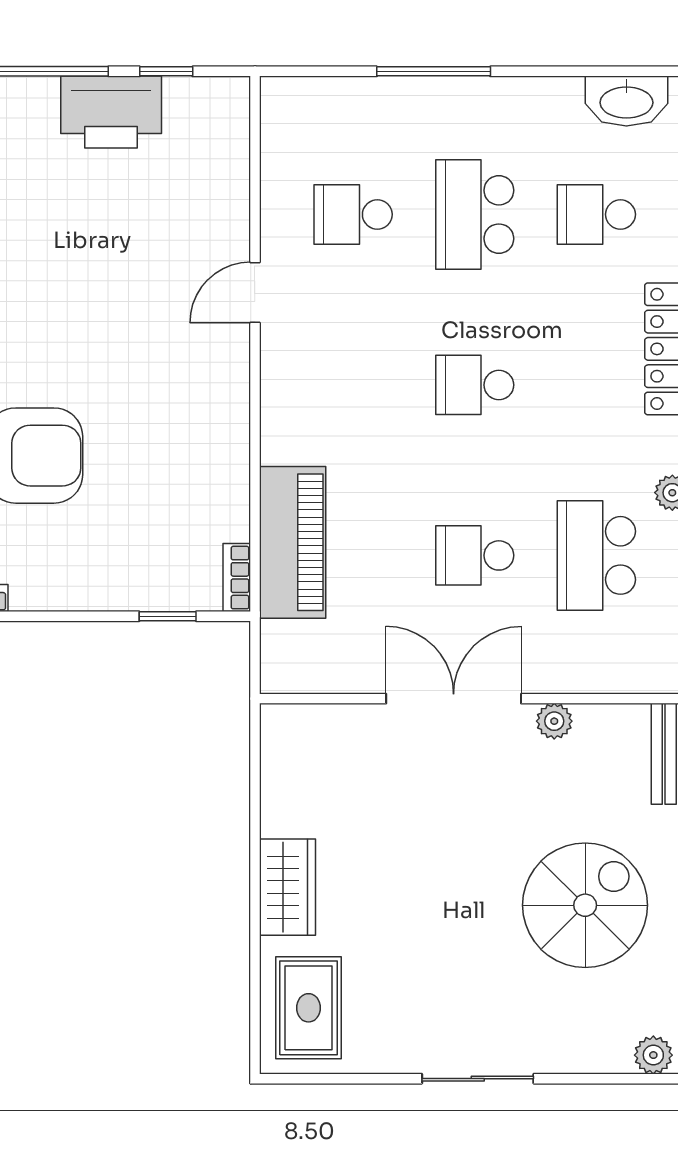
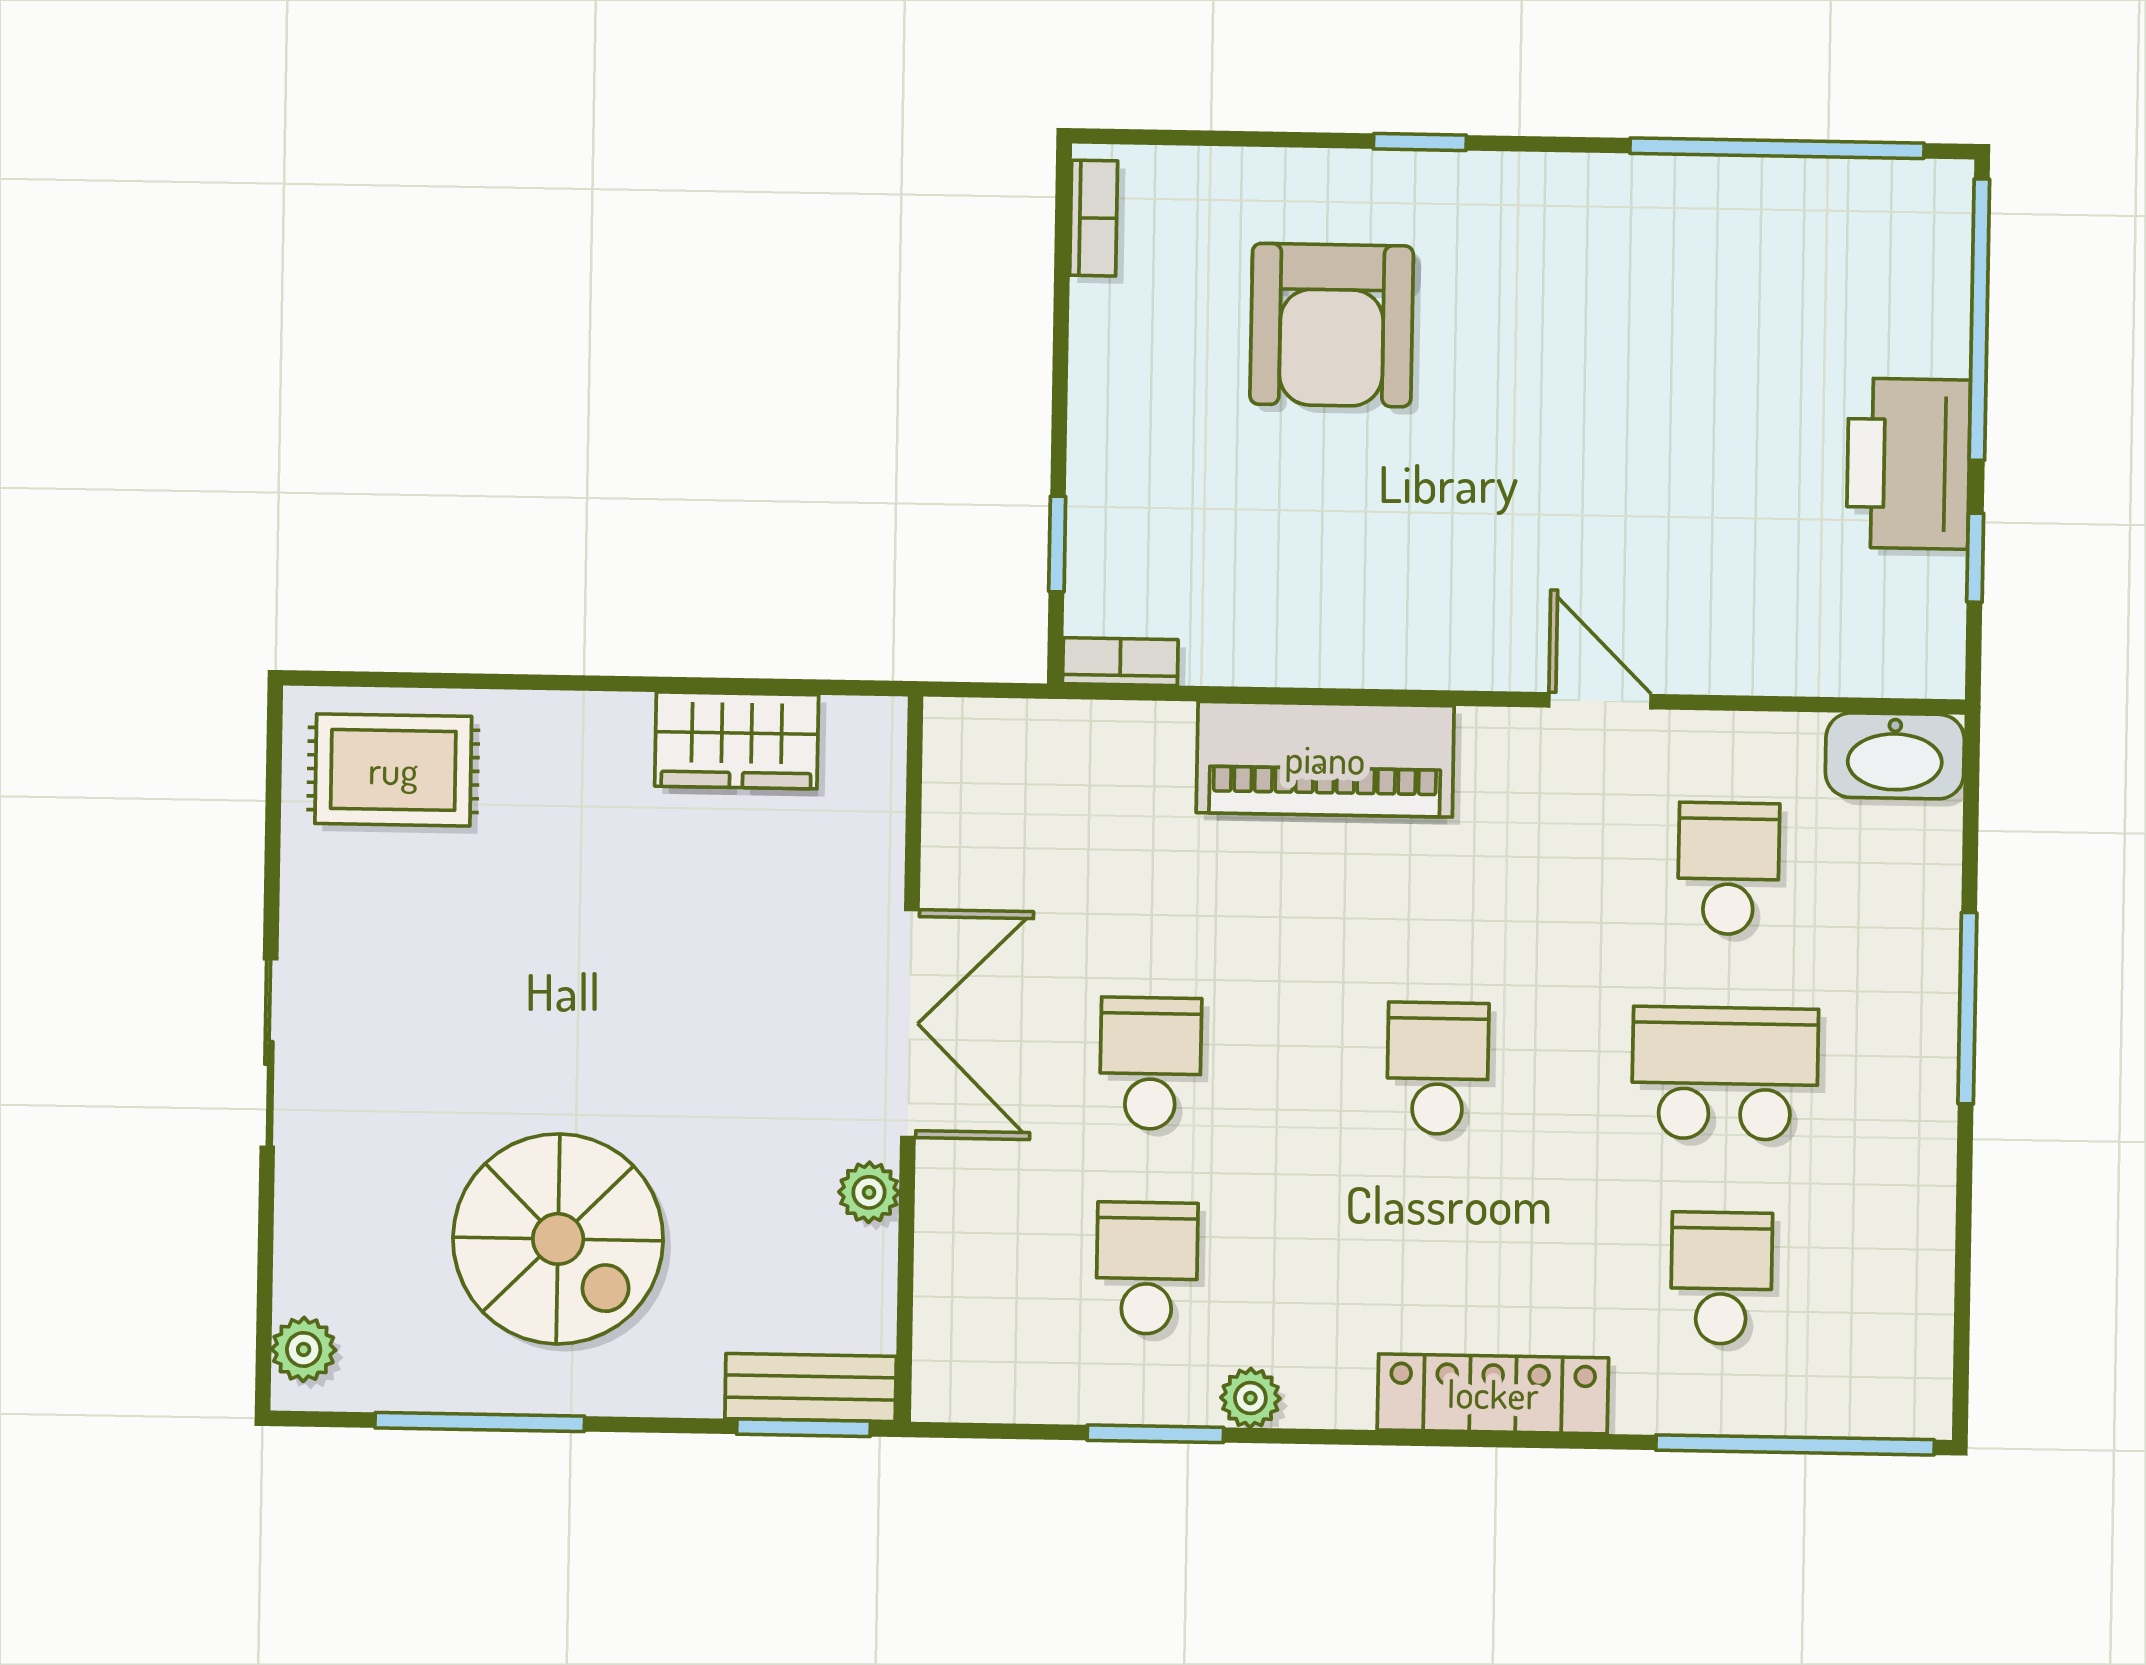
washbasin: (626, 101) -> (1895, 756), moved, turned -90
piano: (293, 542) -> (1325, 759), moved
school desk: (596, 555) -> (1147, 1268), width x0.54
wardrobe: (287, 887) -> (737, 740), moved

